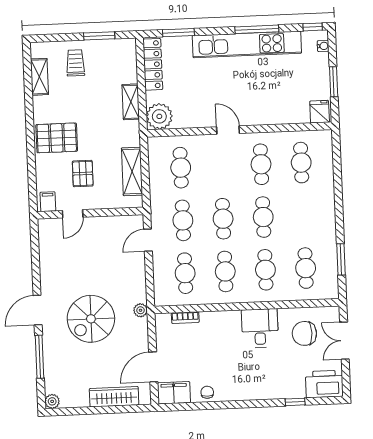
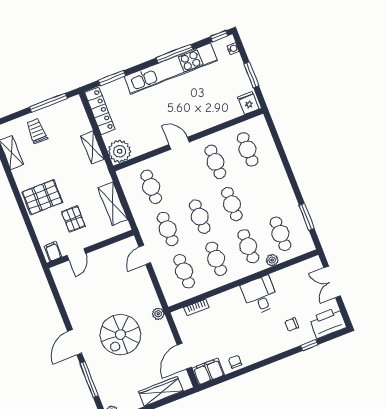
window: (99, 36) -> (48, 103), width x1.44
plant: (286, 294) -> (272, 260), added
chair: (304, 333) -> (292, 324), moved, width x0.54, depth x0.54

